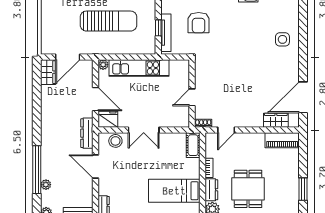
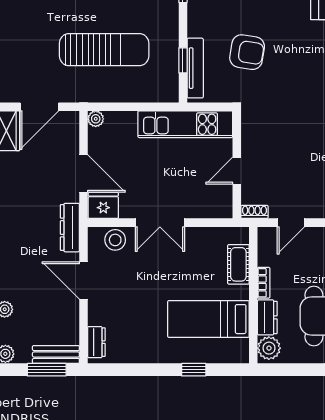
armchair: (199, 23) -> (247, 52), turned -81
kitchen unit: (139, 68) -> (185, 124), moved
cot: (193, 145) -> (238, 264), moved

